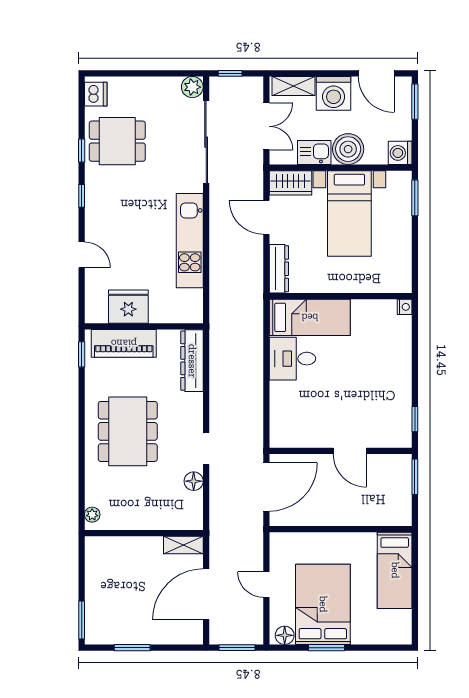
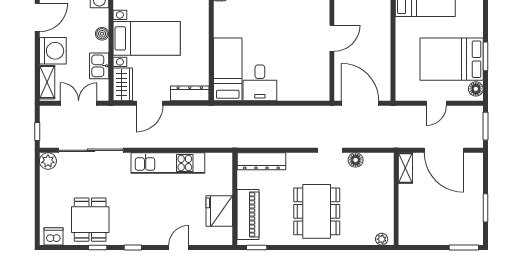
boiler: (348, 149) -> (102, 34), width x0.54, depth x0.54
dining table: (128, 431) -> (317, 211), turned 90

